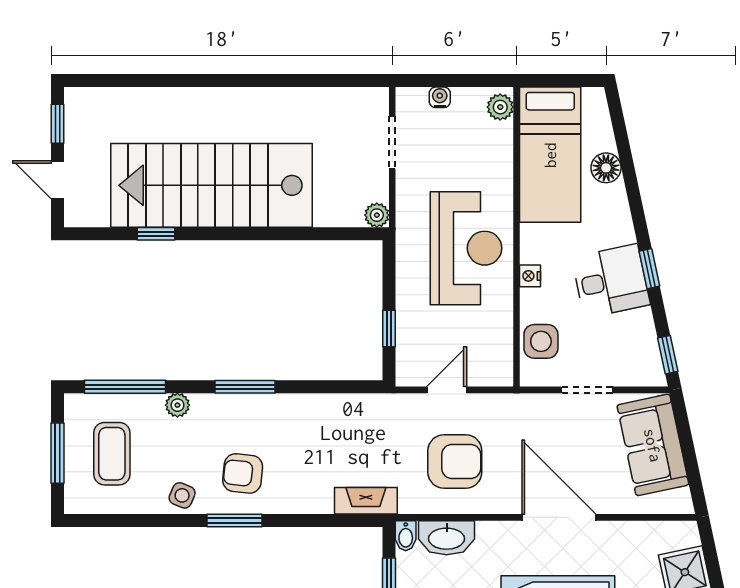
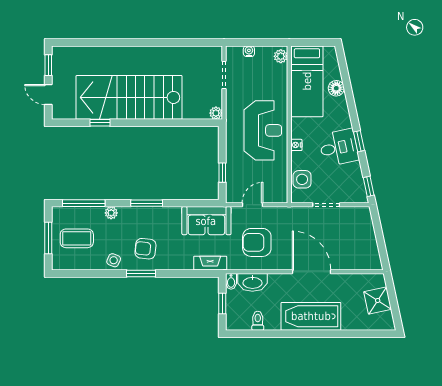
sofa: (653, 445) -> (206, 221), moved, turned -78
coffee table: (112, 454) -> (77, 238), turned 90
armchair: (455, 462) -> (257, 242), turned 180

